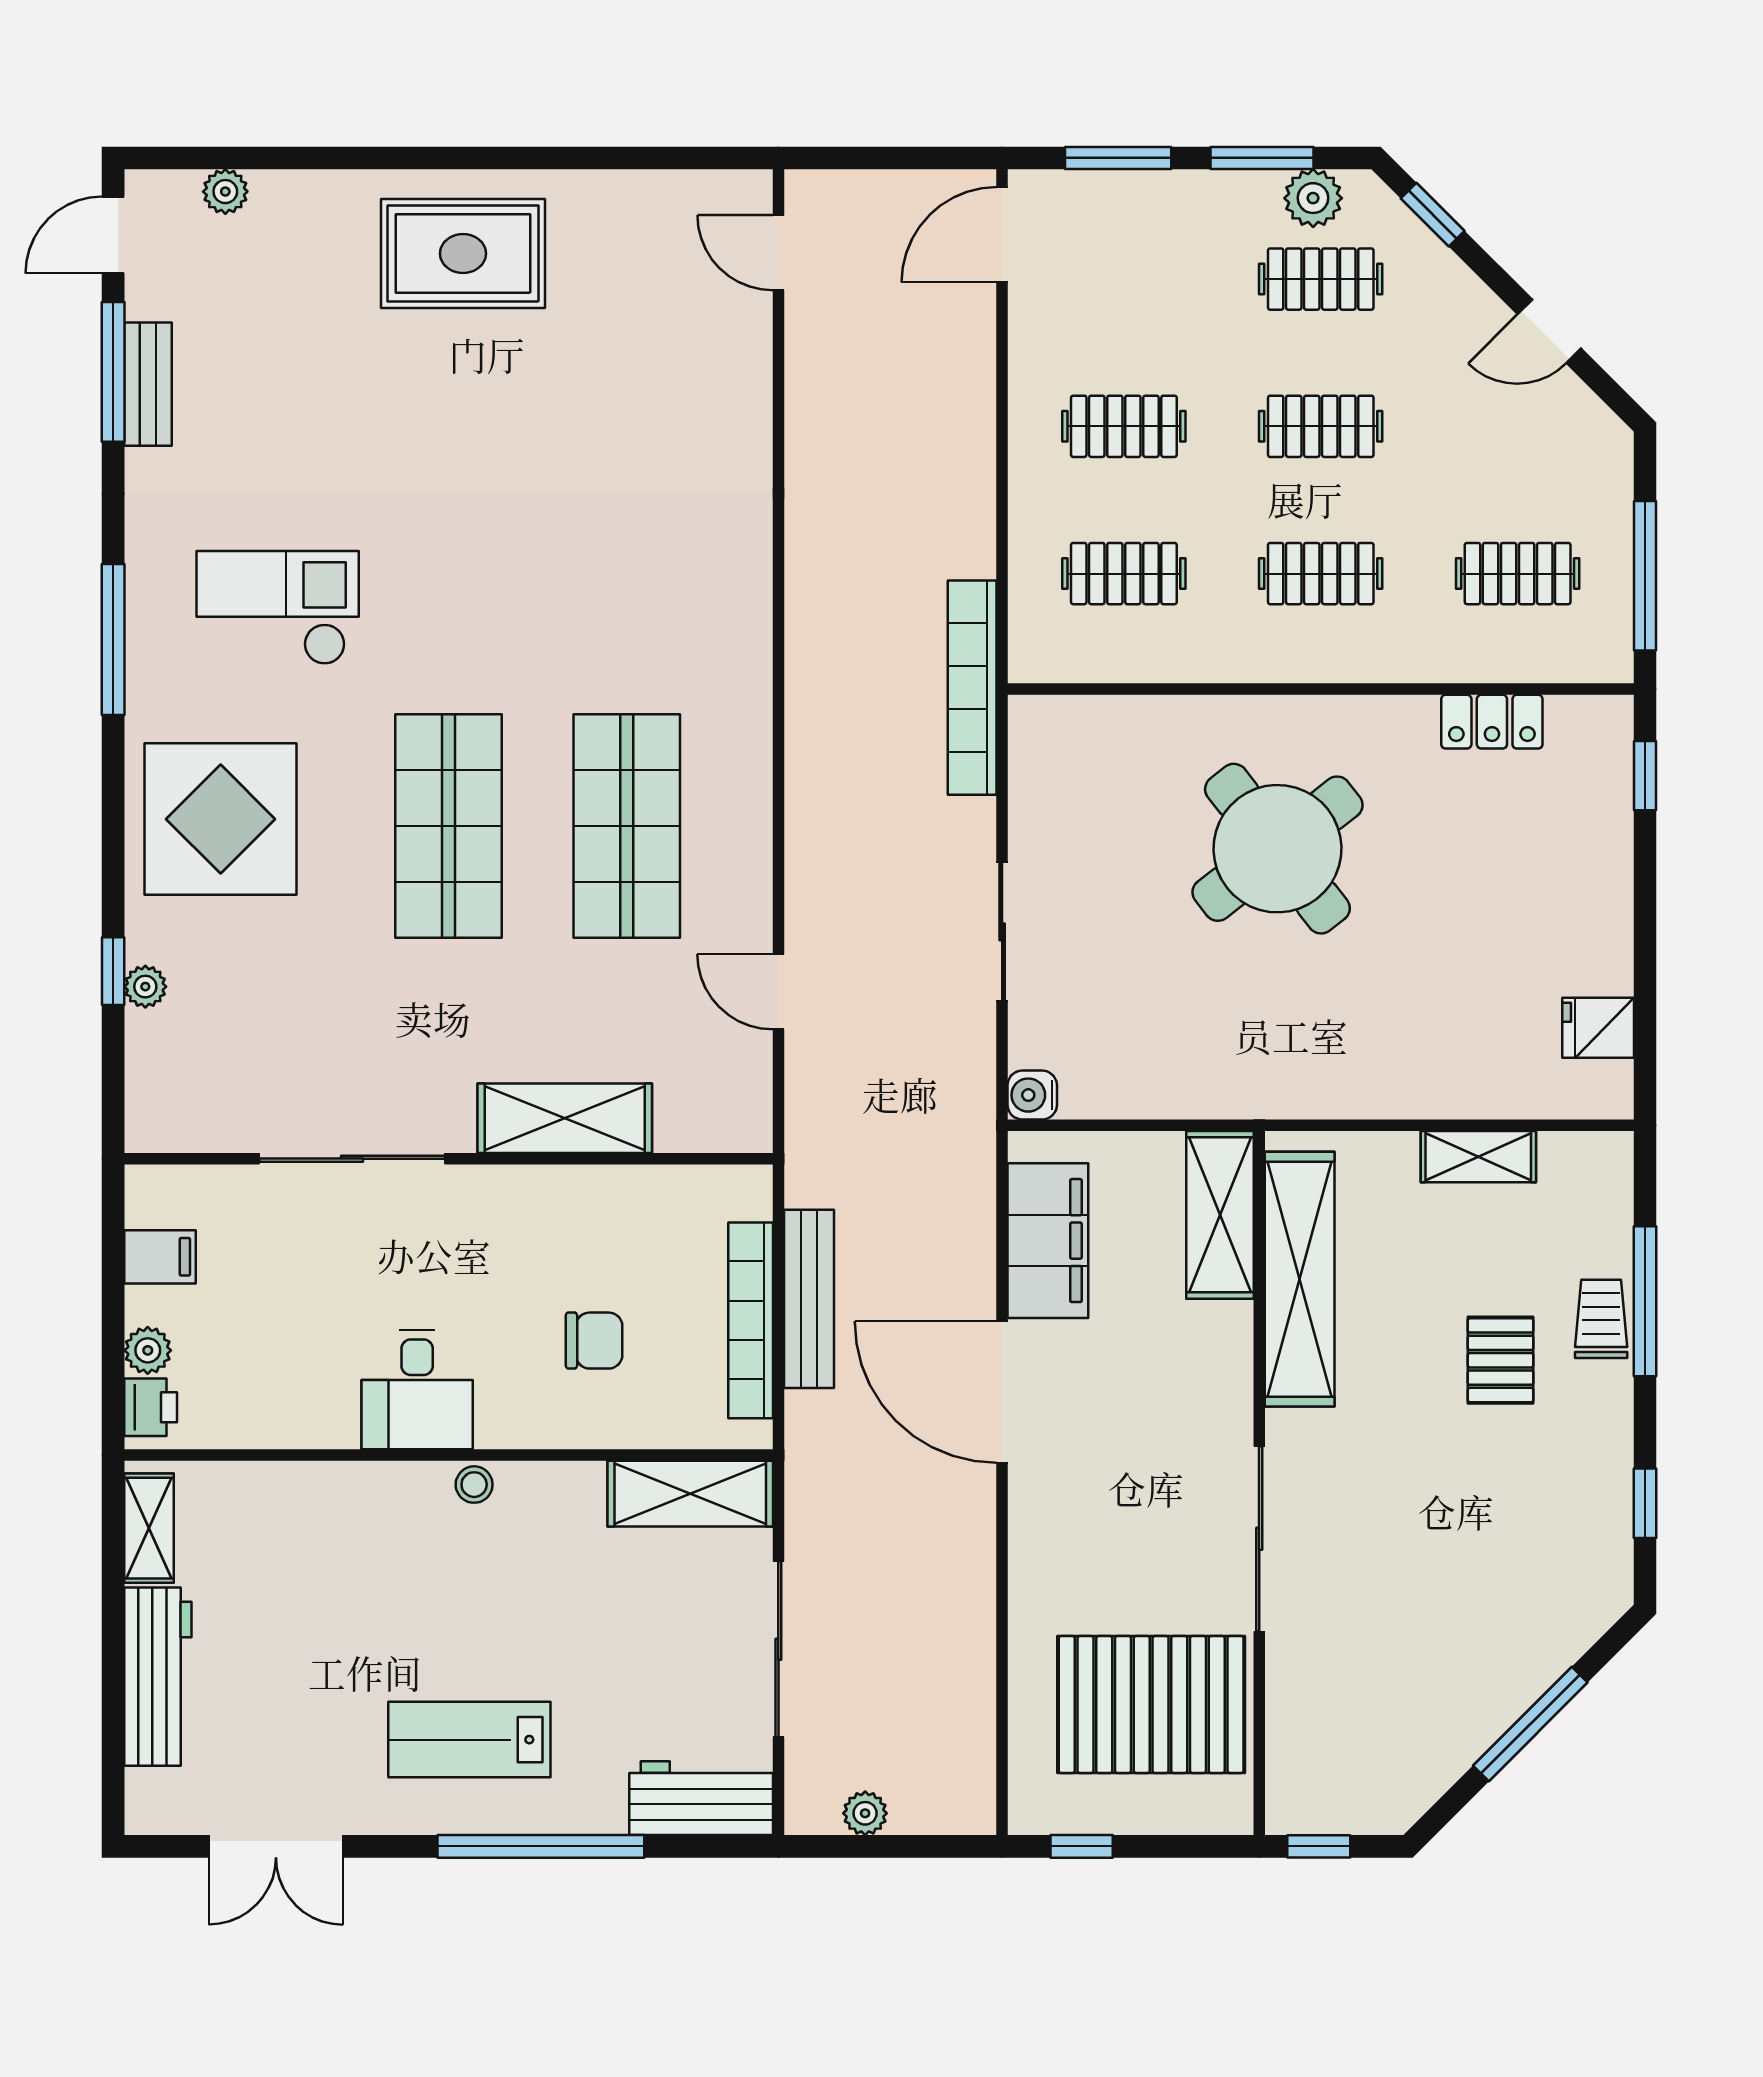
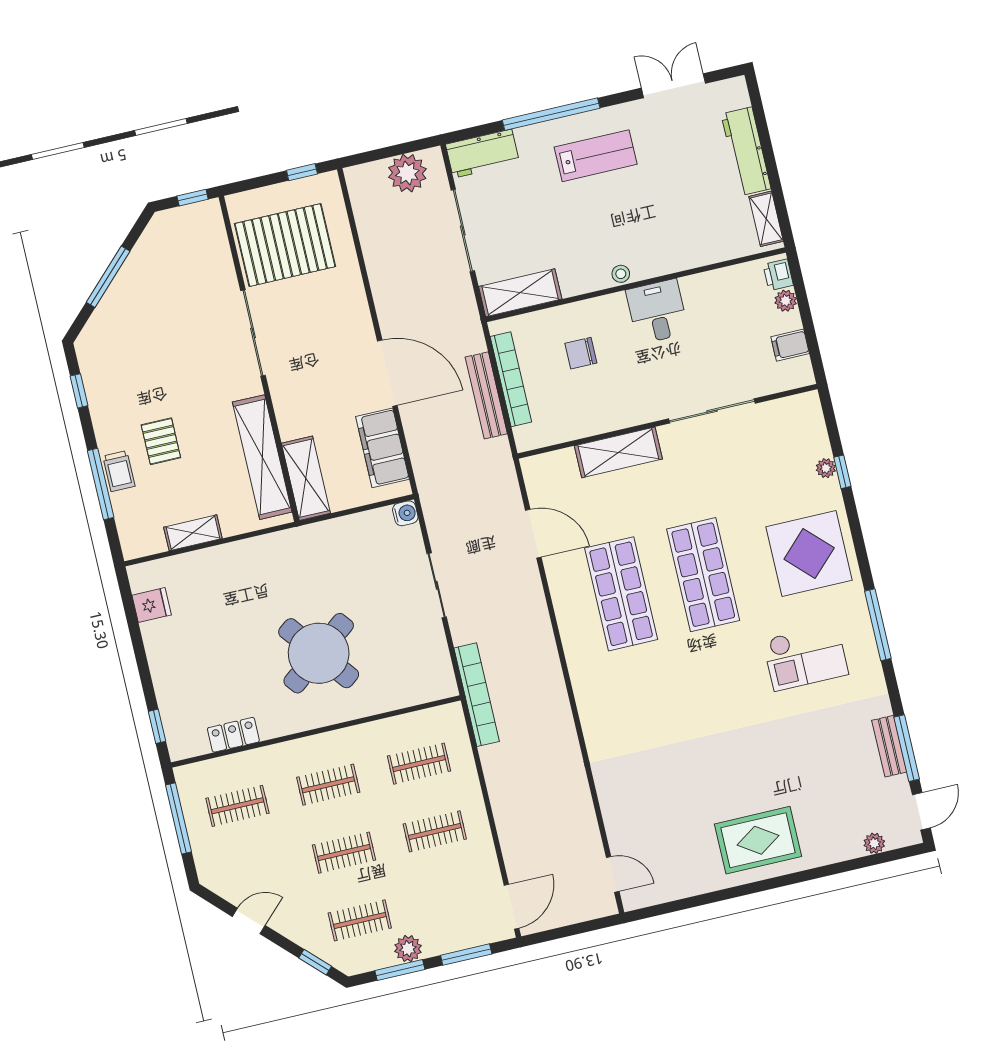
plant: (1313, 198) -> (408, 949), moved
door: (778, 992) -> (533, 534), width x1.38
plant: (865, 1813) -> (407, 173), width x1.87, depth x1.87

